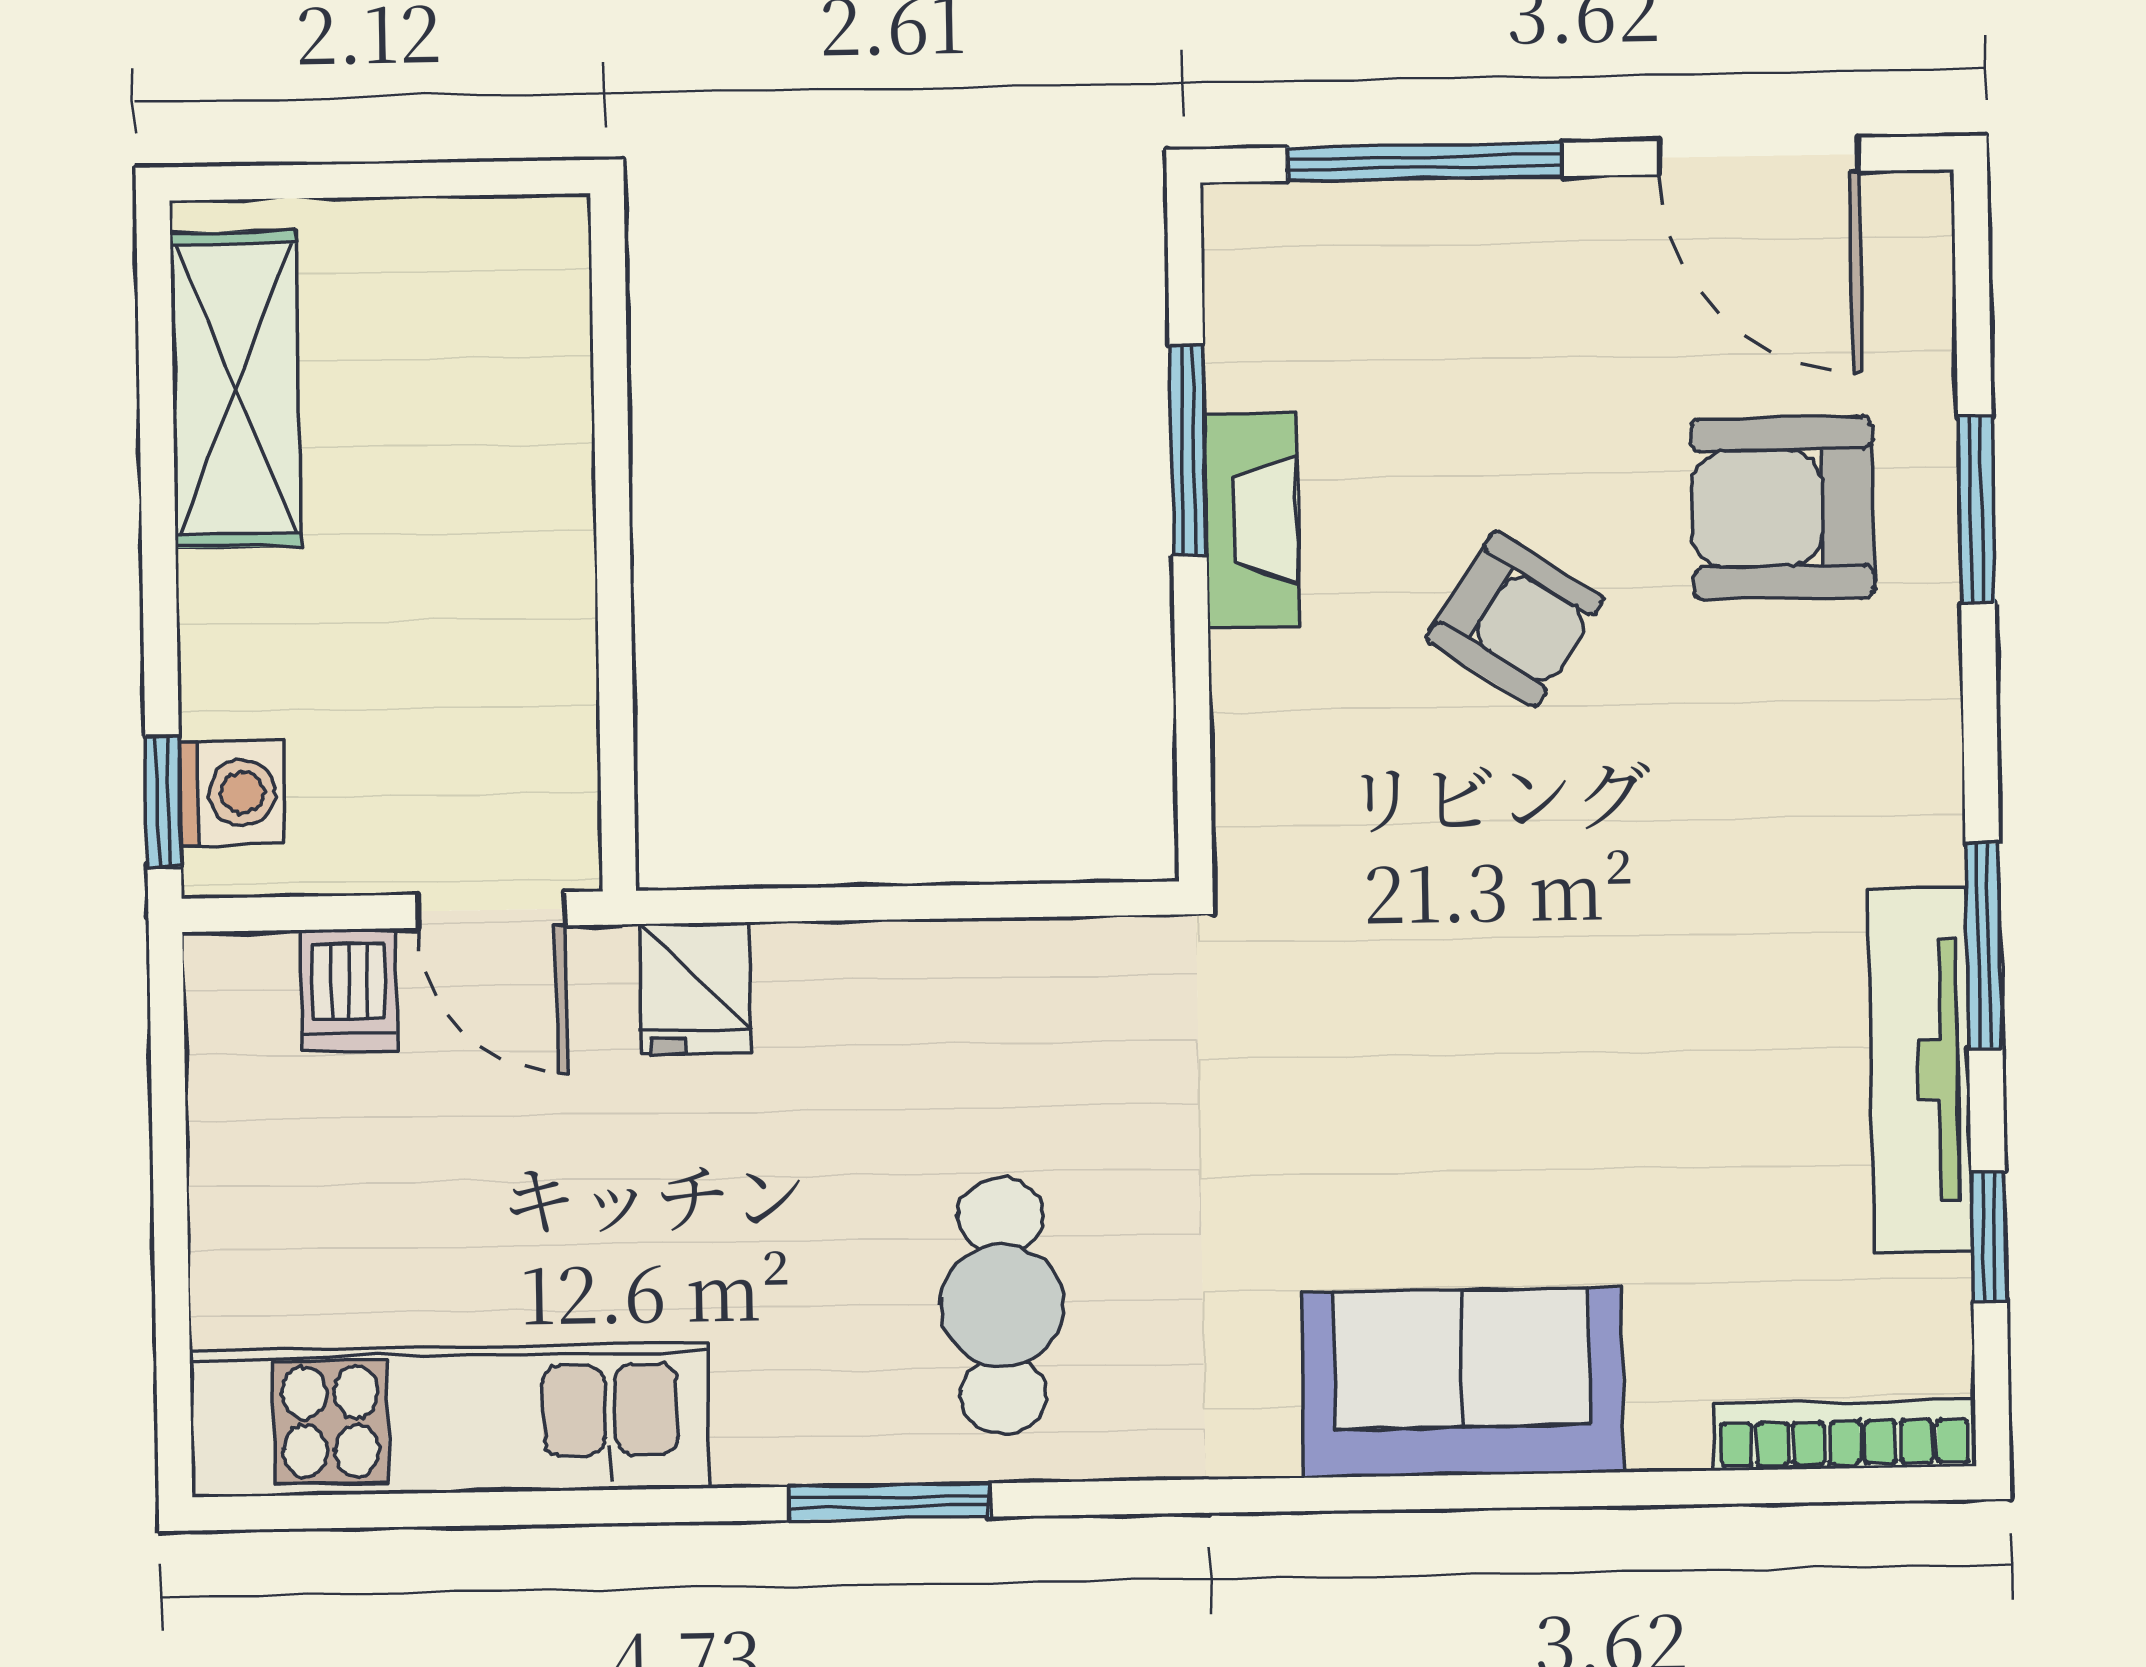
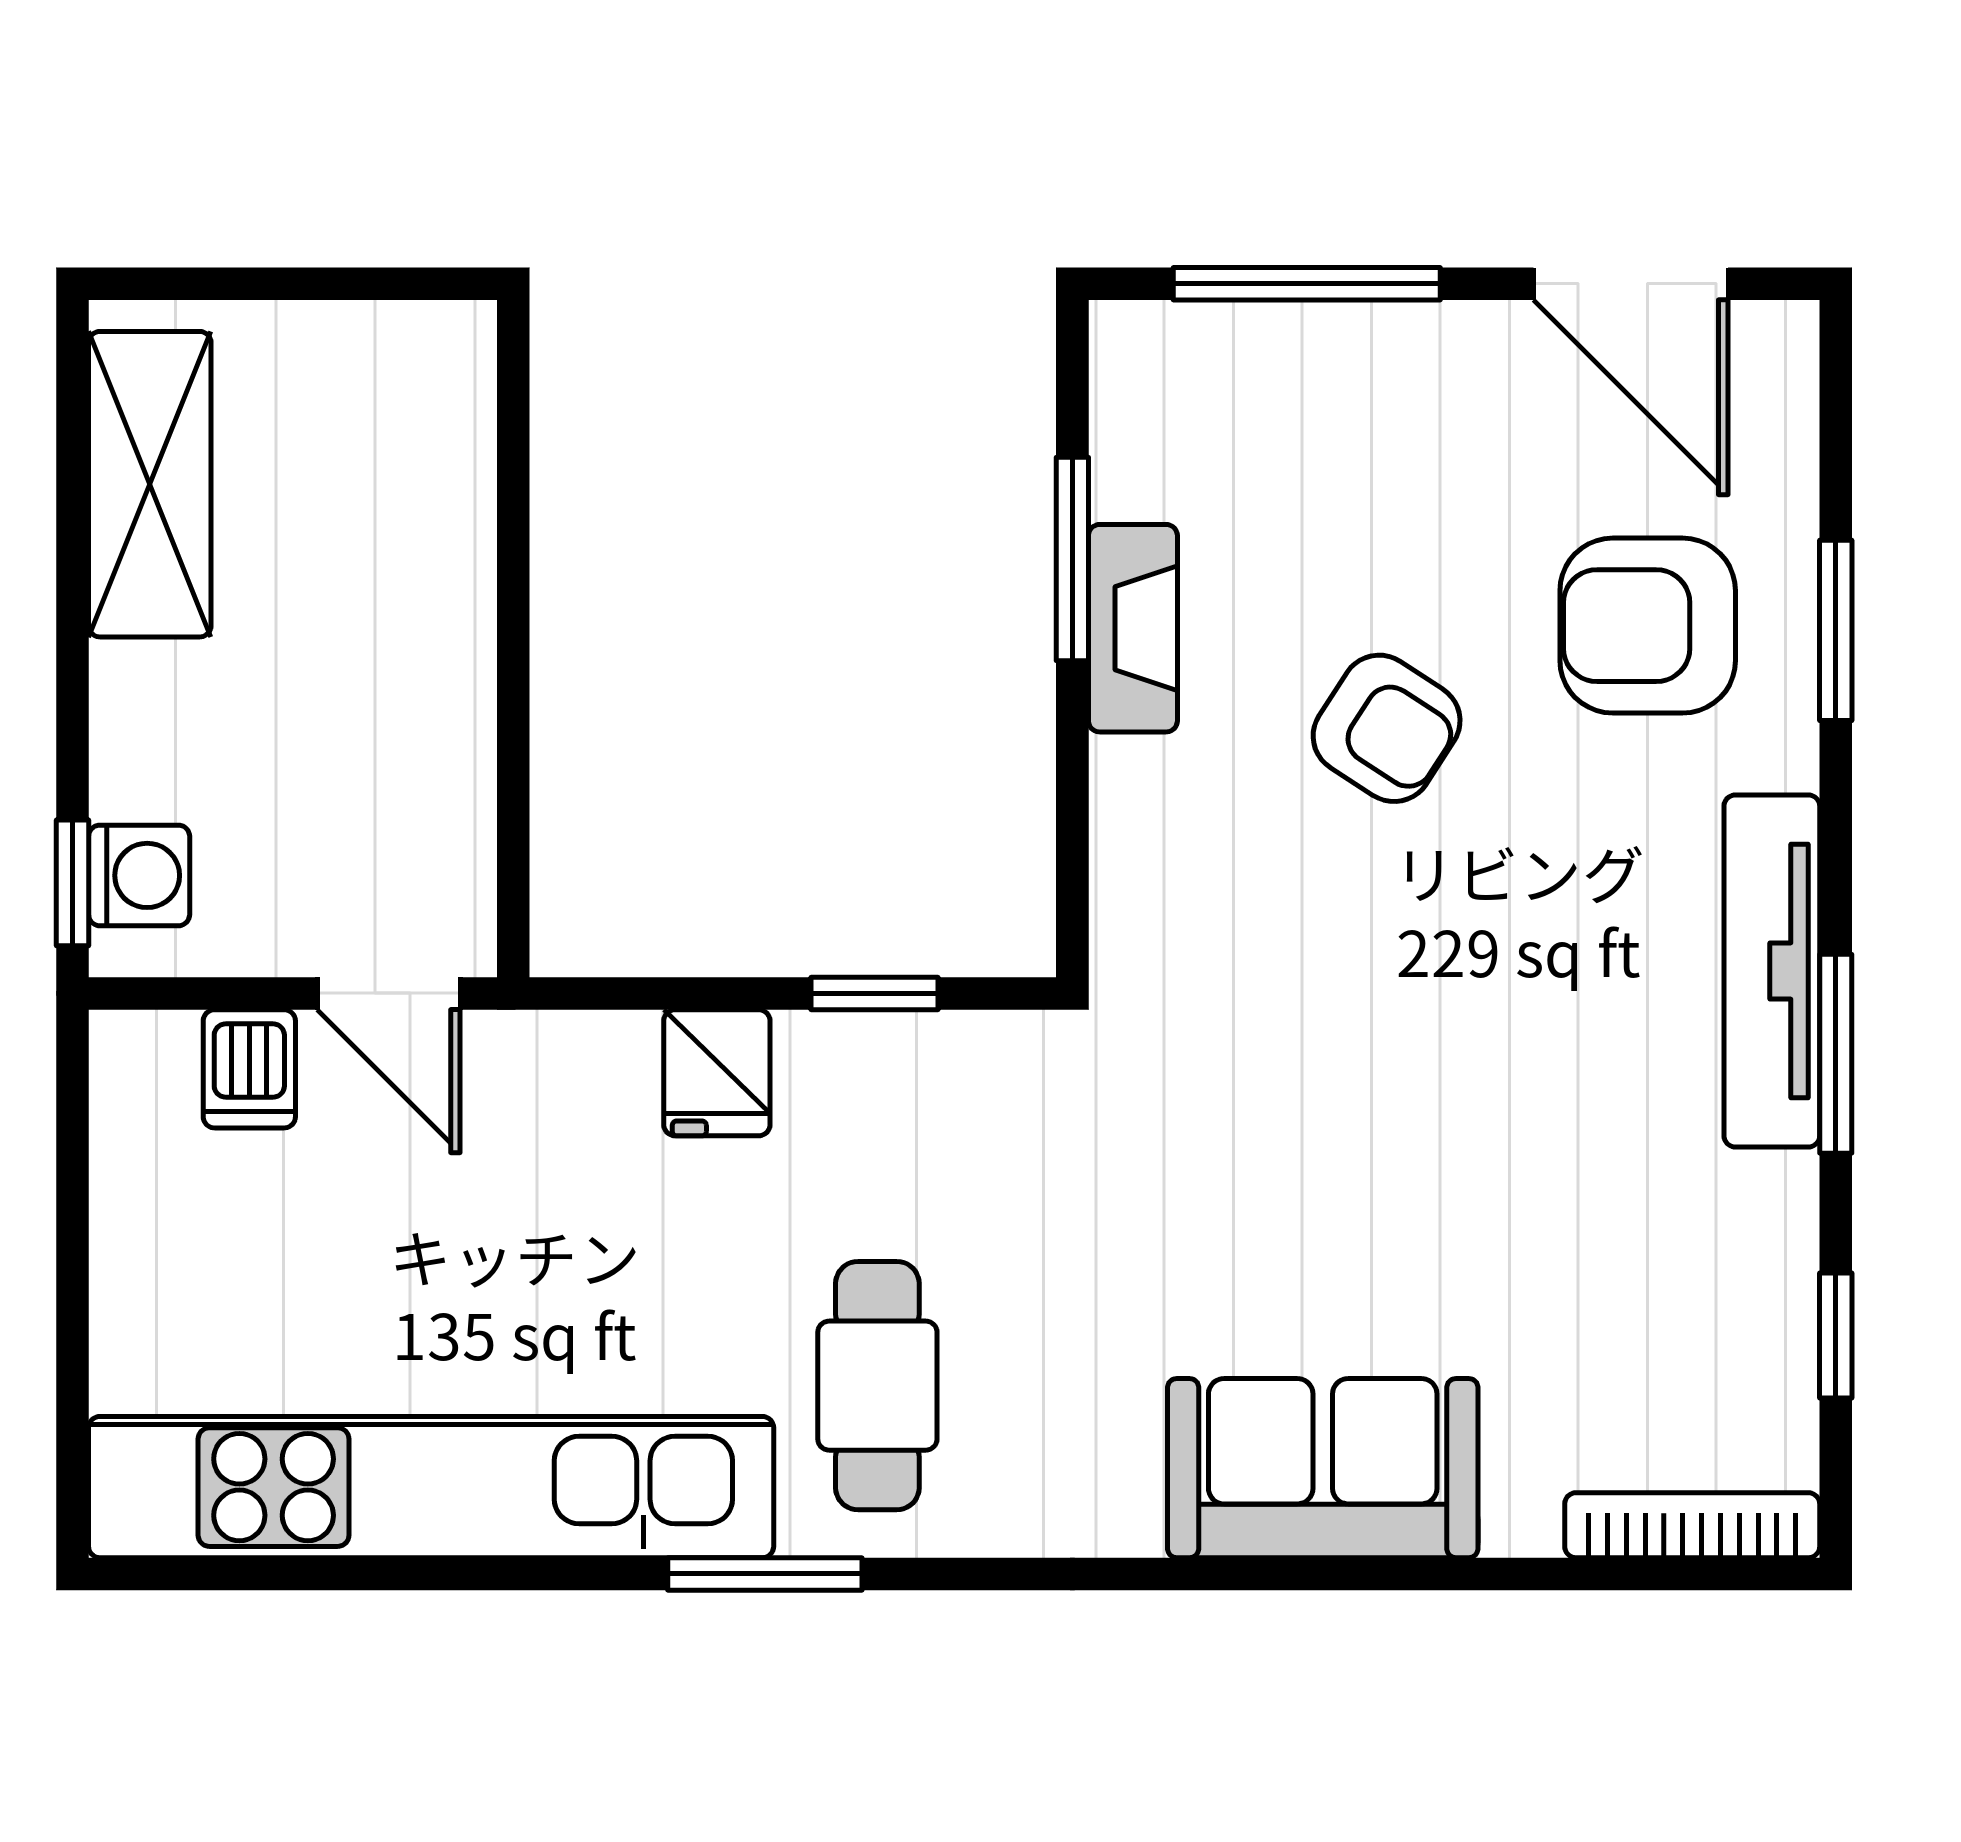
window: (992, 901) -> (874, 993), added
fridge: (695, 988) -> (717, 1073), moved
tv unit: (1920, 1070) -> (1772, 971), moved
kitchen unit: (450, 1420) -> (431, 1487), width x1.36

